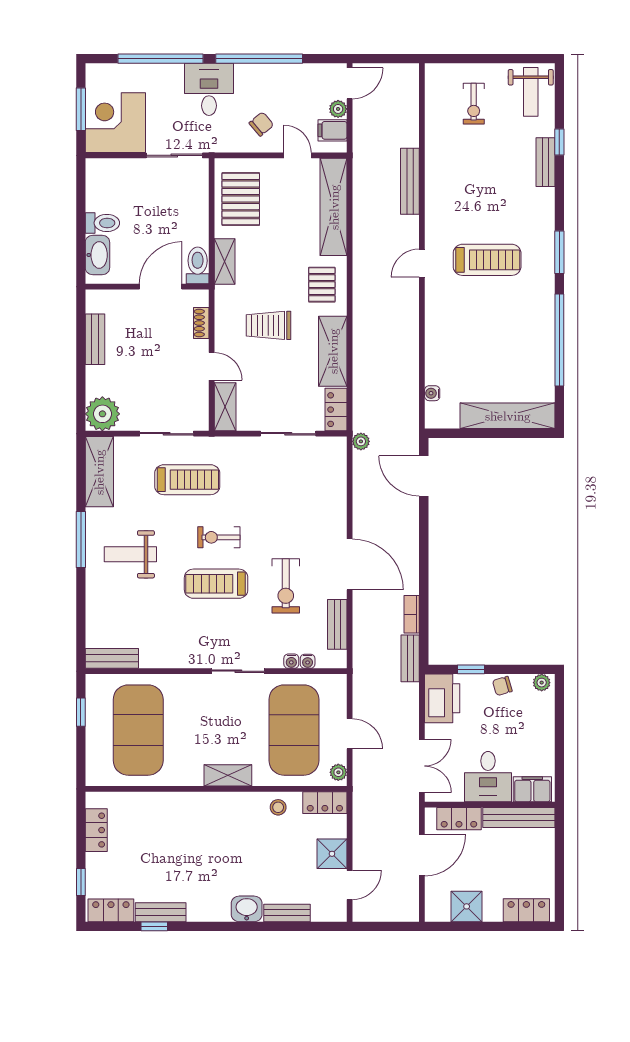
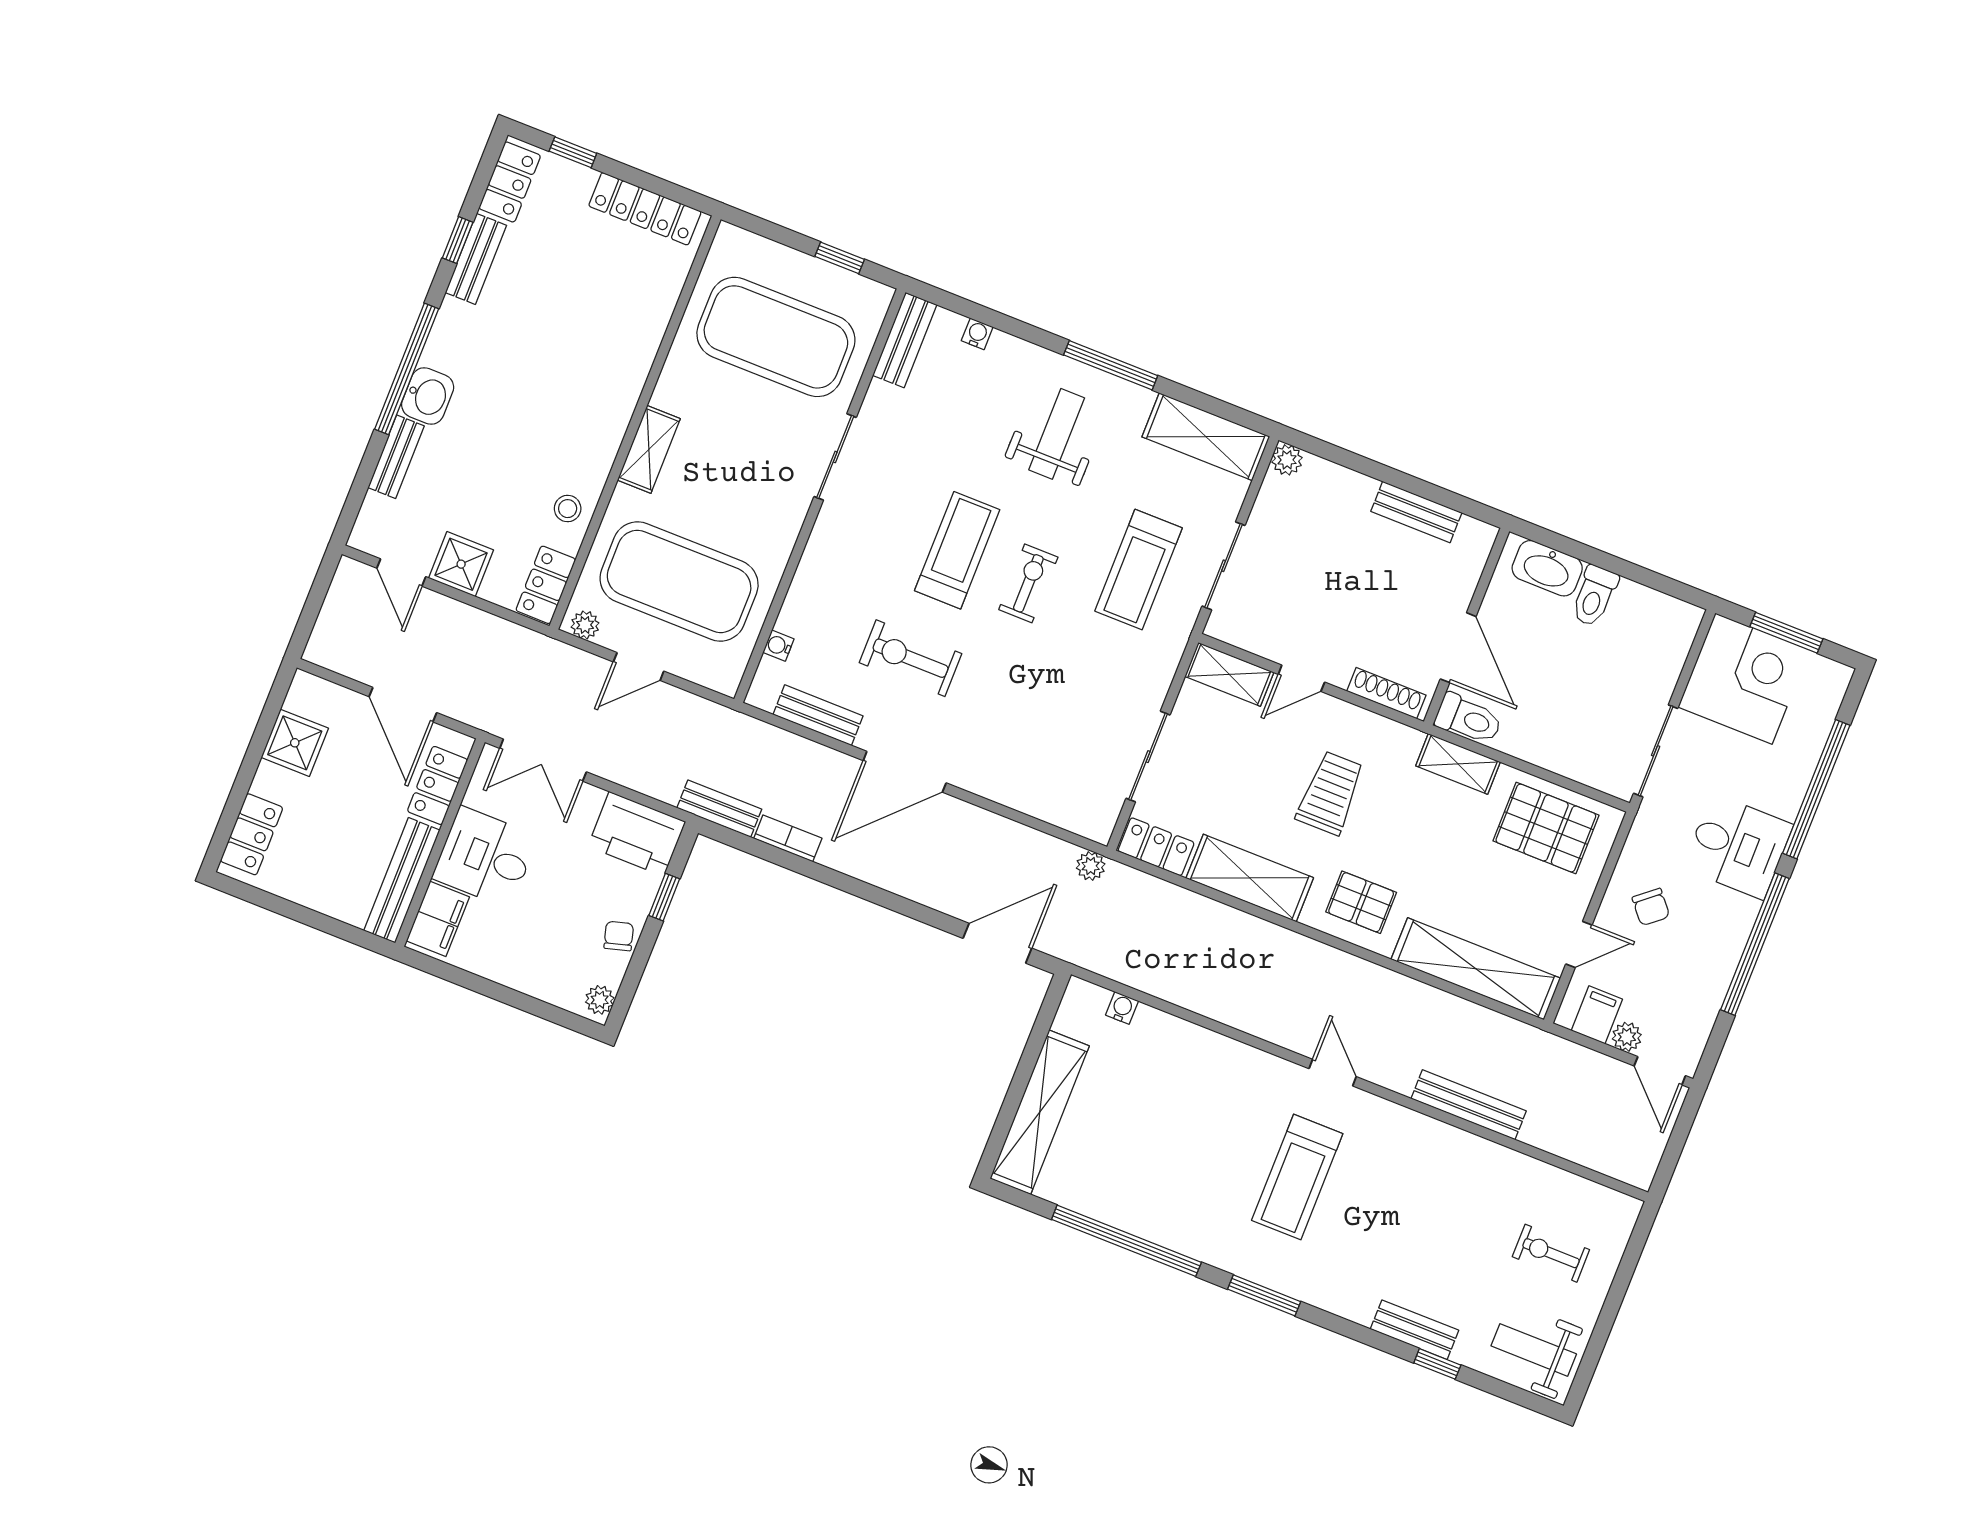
shoe rack: (201, 323) -> (1386, 693), width x1.43
plant: (102, 414) -> (1287, 460), width x0.53, depth x0.53
water cooler: (291, 661) -> (977, 334), moved, turned 90
sliding door: (238, 671) -> (835, 457), moved
locker: (96, 830) -> (645, 209), width x1.53
window: (236, 926) -> (407, 369), added

